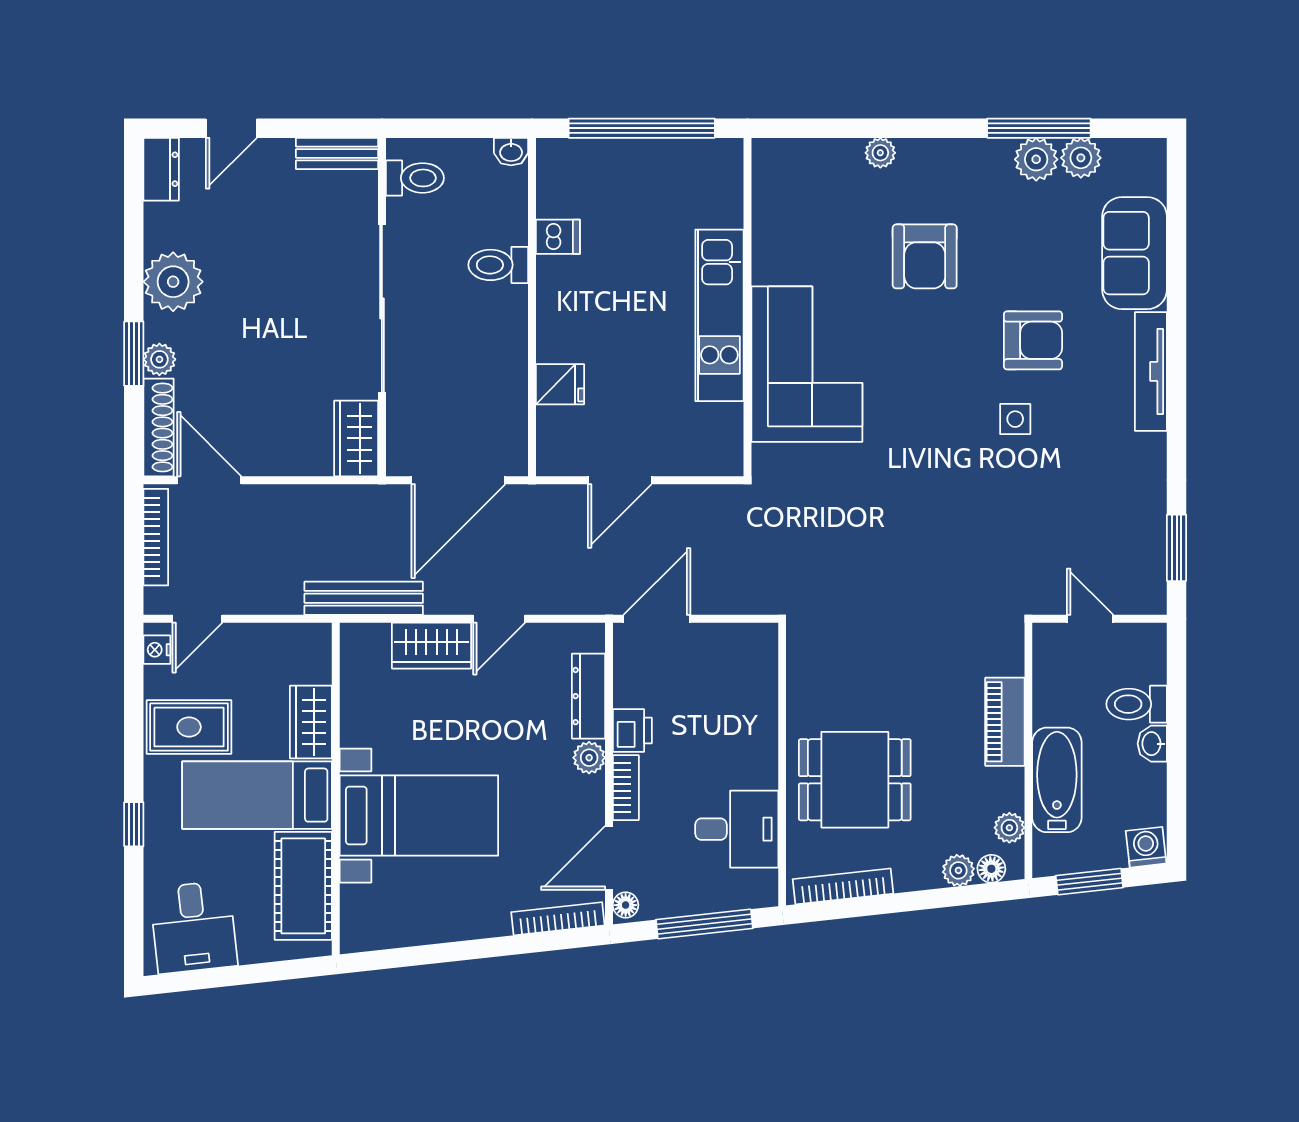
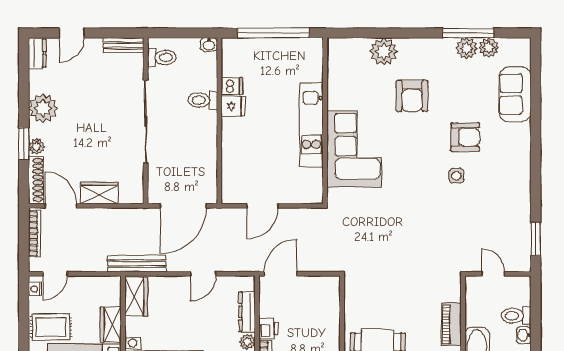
plant: (880, 153) -> (384, 52), width x1.88, depth x1.88
tv unit: (1151, 371) -> (523, 152), removed
fridge: (560, 384) -> (233, 106), moved
wardrobe: (356, 438) -> (99, 193), moved, turned 90
wardrobe: (432, 646) -> (136, 296), moved, turned -90

